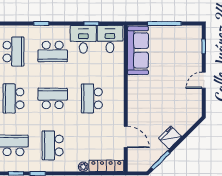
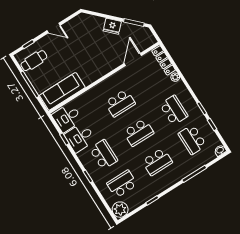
cafe table: (185, 42) -> (34, 61), added
school desk: (53, 98) -> (139, 132), turned -90
school desk: (53, 145) -> (174, 110), turned -90

